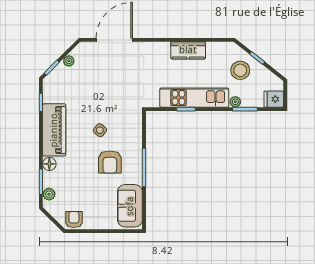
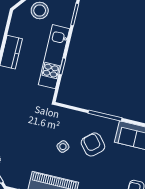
plant: (235, 102) -> (66, 21), removed
armchair: (110, 162) -> (93, 144), turned -131

